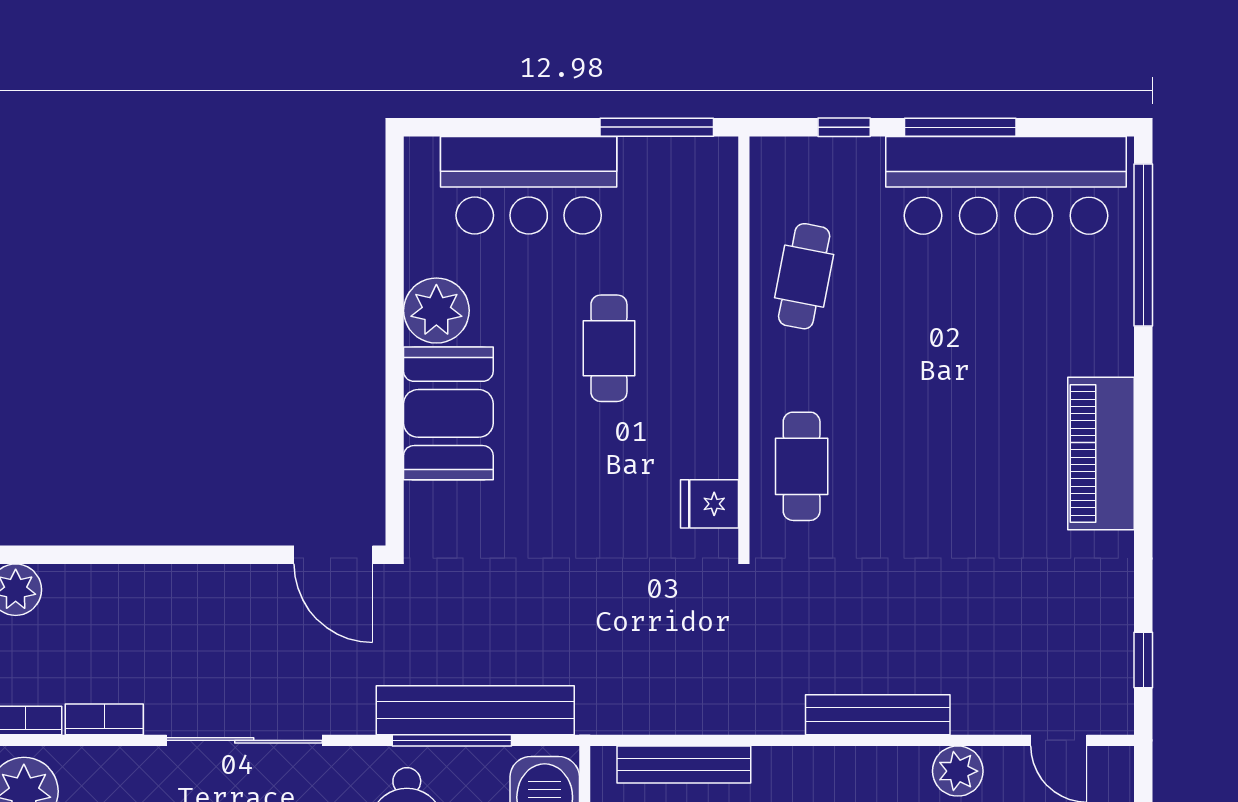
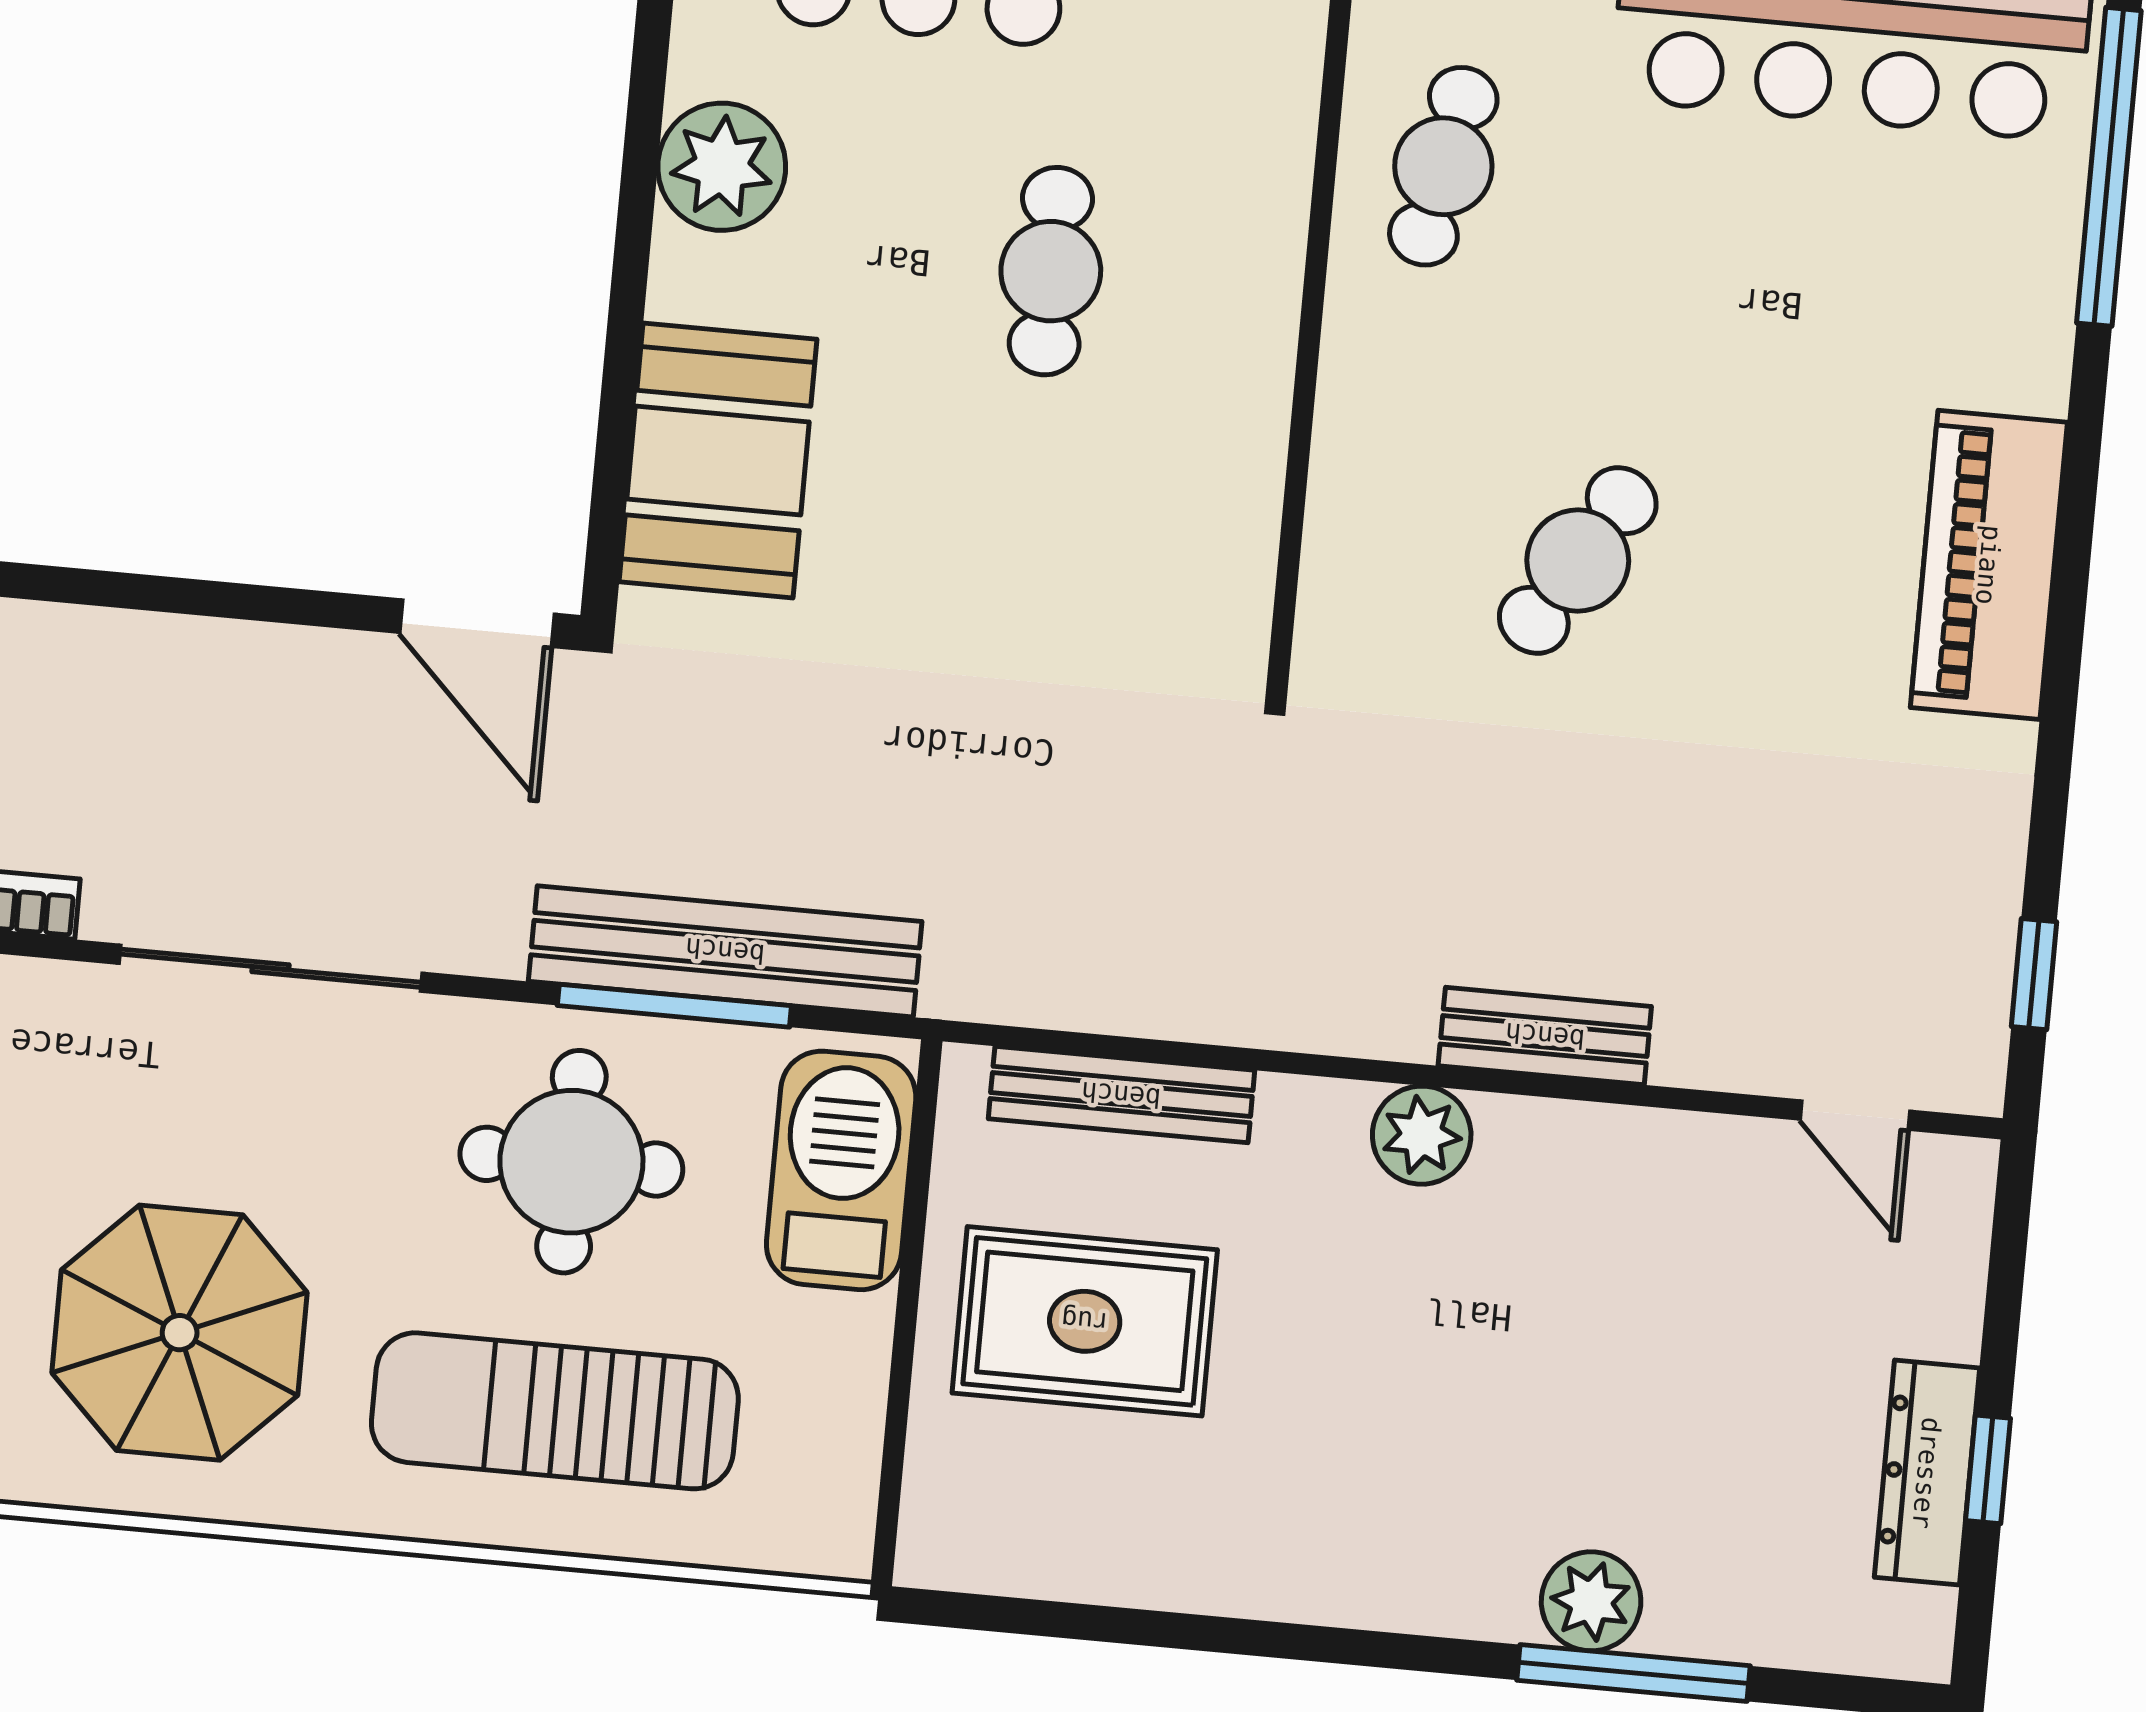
booth: (448, 413) -> (718, 460), moved
cafe table: (802, 466) -> (1578, 560), moved, turned 31
fridge: (710, 504) -> (1218, 592), removed
bench: (878, 715) -> (1545, 1036), width x0.73
plant: (958, 771) -> (1422, 1135), moved

